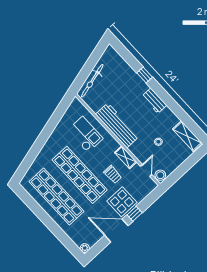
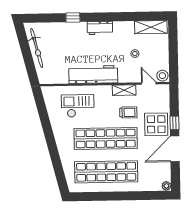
bicycle: (92, 81) -> (37, 48), moved

